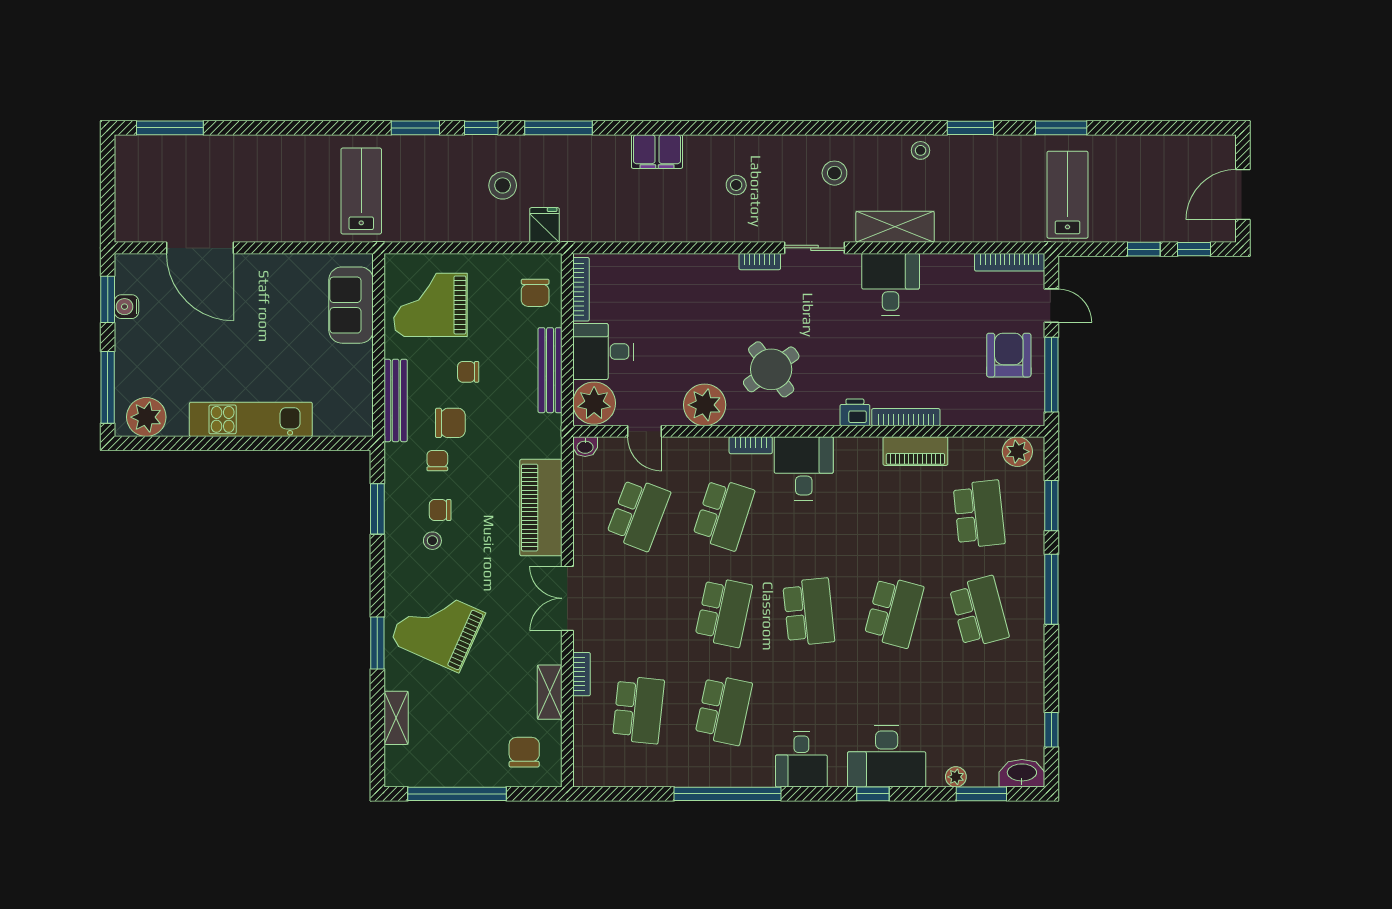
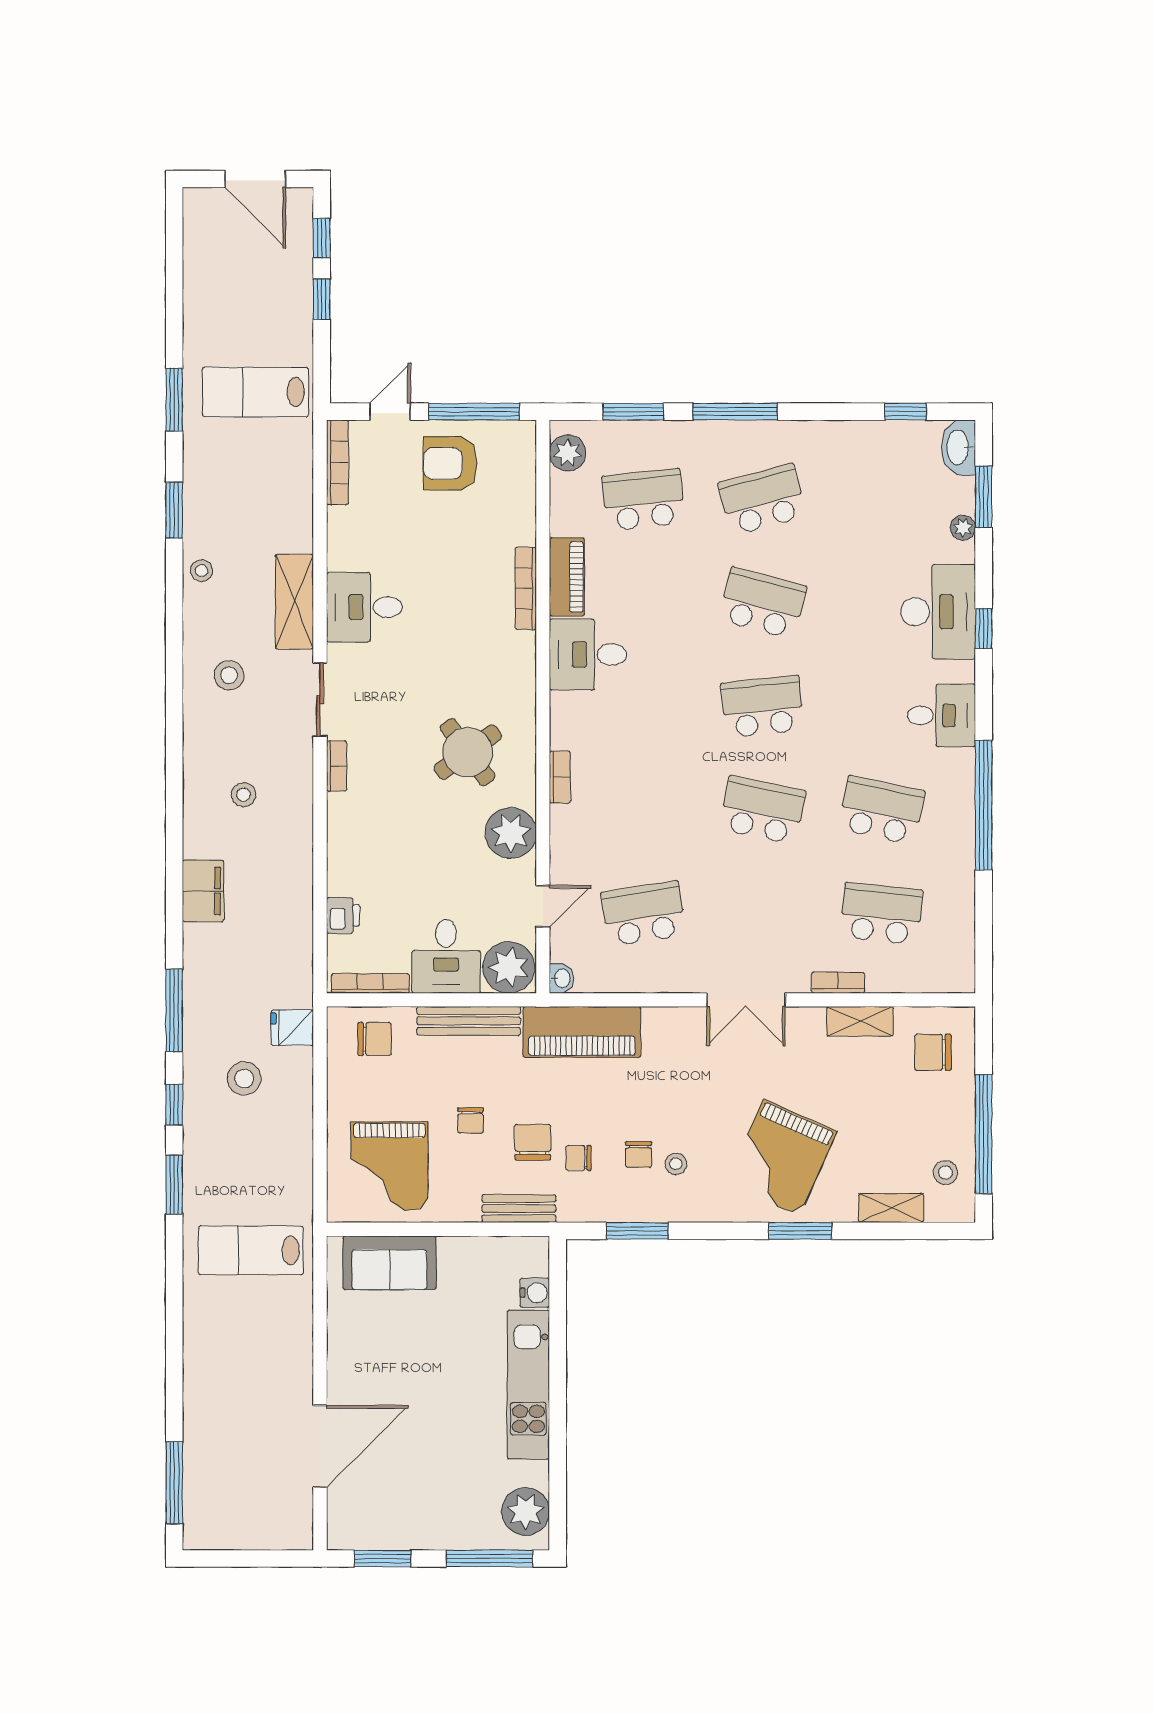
water cooler: (126, 307) -> (535, 1293), moved, turned -90
bench: (396, 400) -> (519, 1209), width x0.73
printer: (855, 412) -> (343, 915), moved, turned 180
desk: (804, 468) -> (588, 654), moved
piano: (541, 508) -> (582, 1032), moved
school desk: (638, 514) -> (643, 914), turned -30
school desk: (724, 514) -> (643, 810), removed
stool: (425, 762) -> (945, 1173), added

